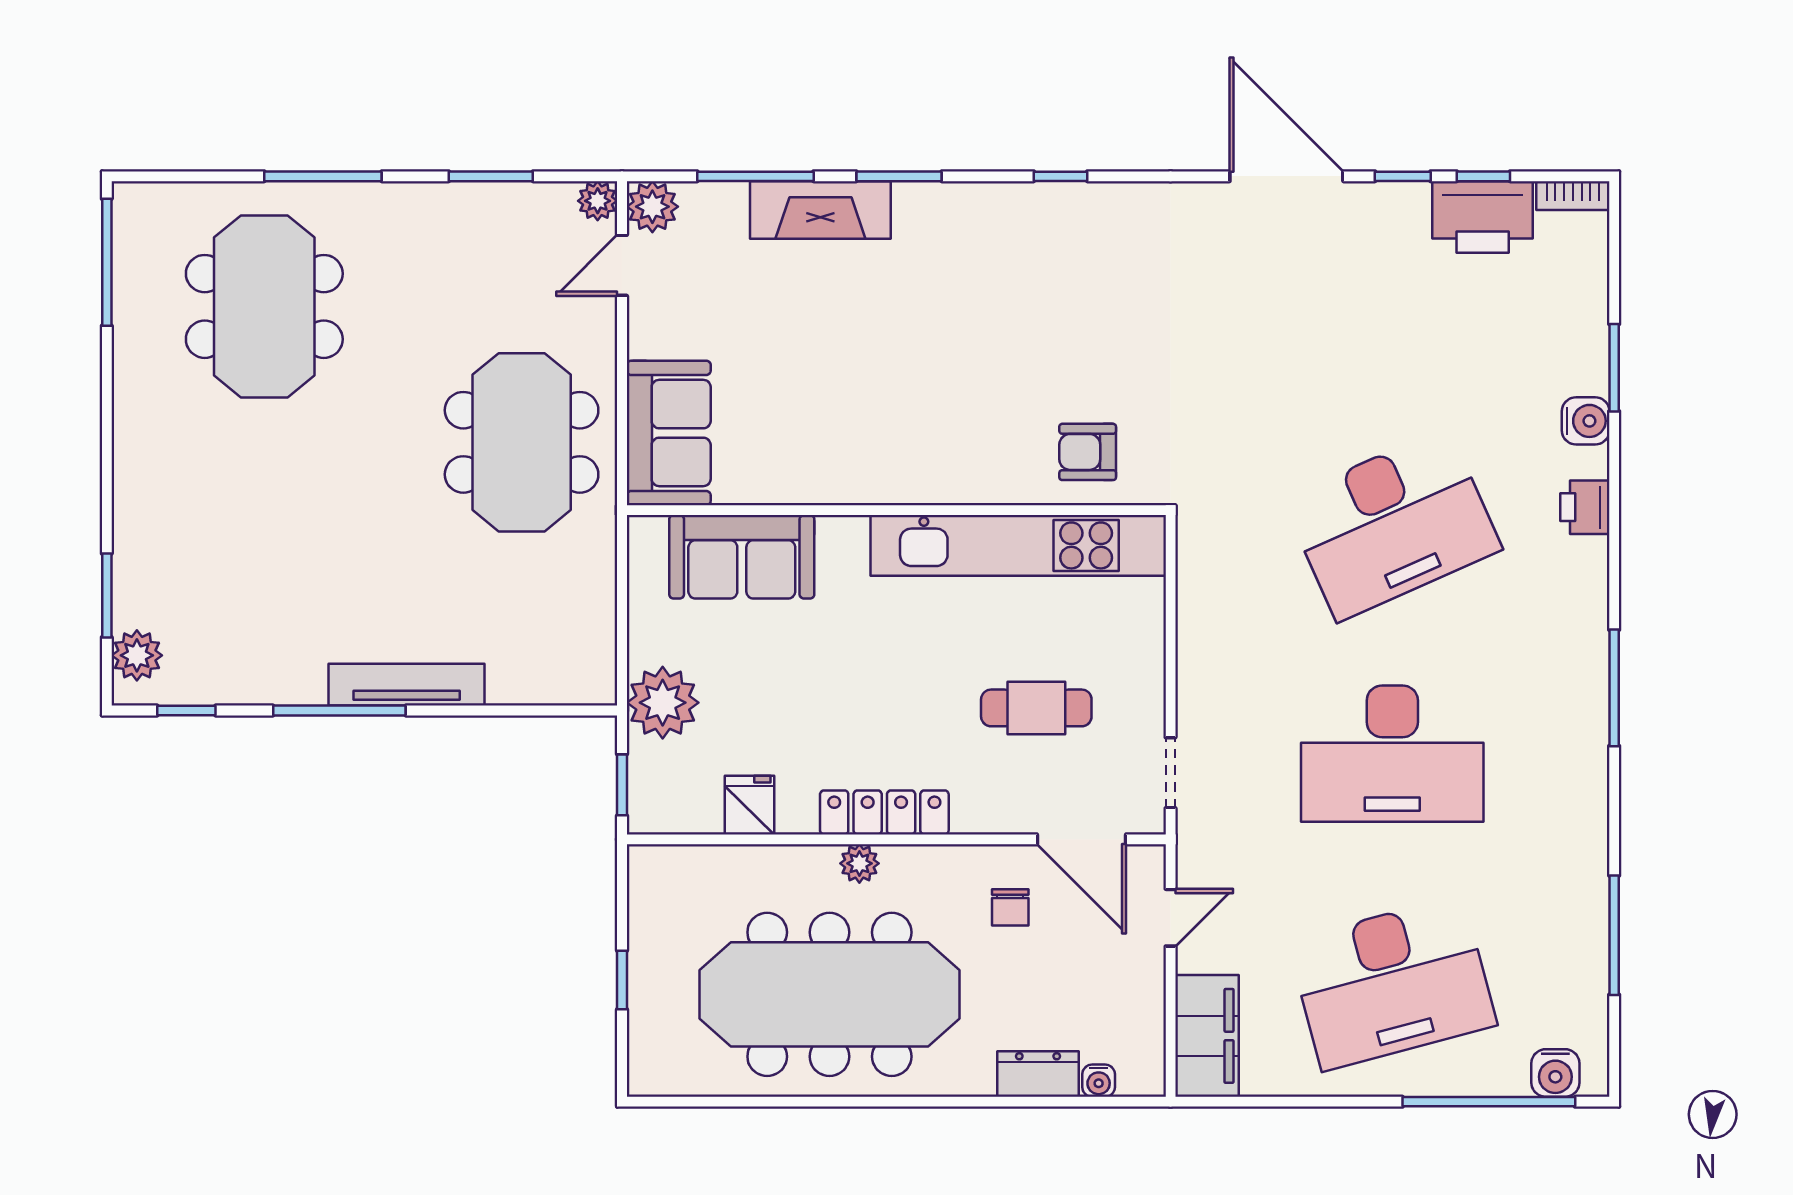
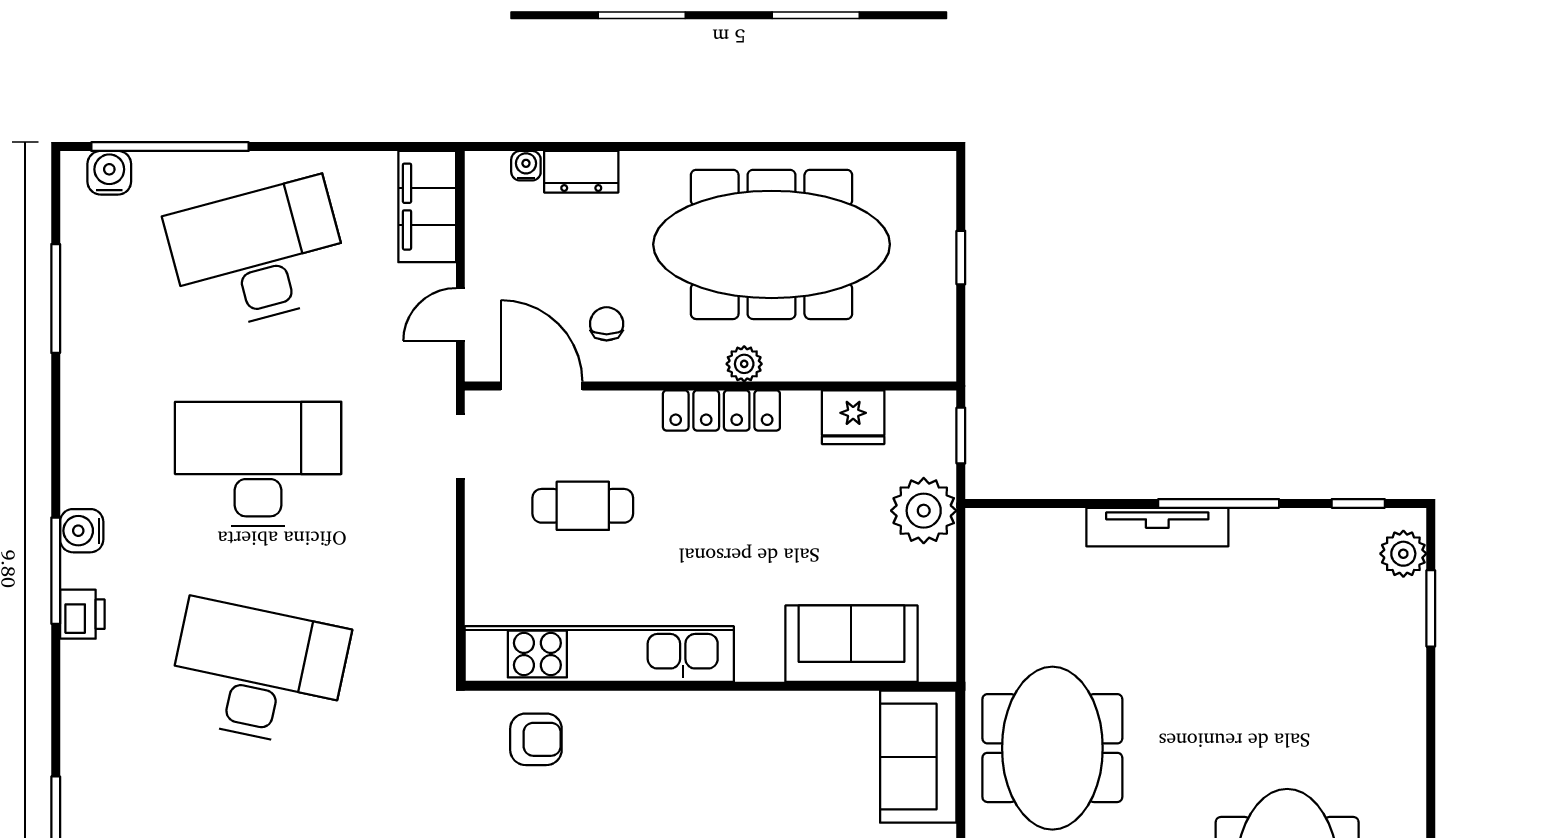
water cooler: (1586, 421) -> (82, 531), moved
printer: (1585, 507) -> (82, 614), moved
desk: (1392, 524) -> (258, 673), turned 36
window: (1614, 688) -> (56, 571), moved
fridge: (750, 805) -> (853, 417), width x1.38

